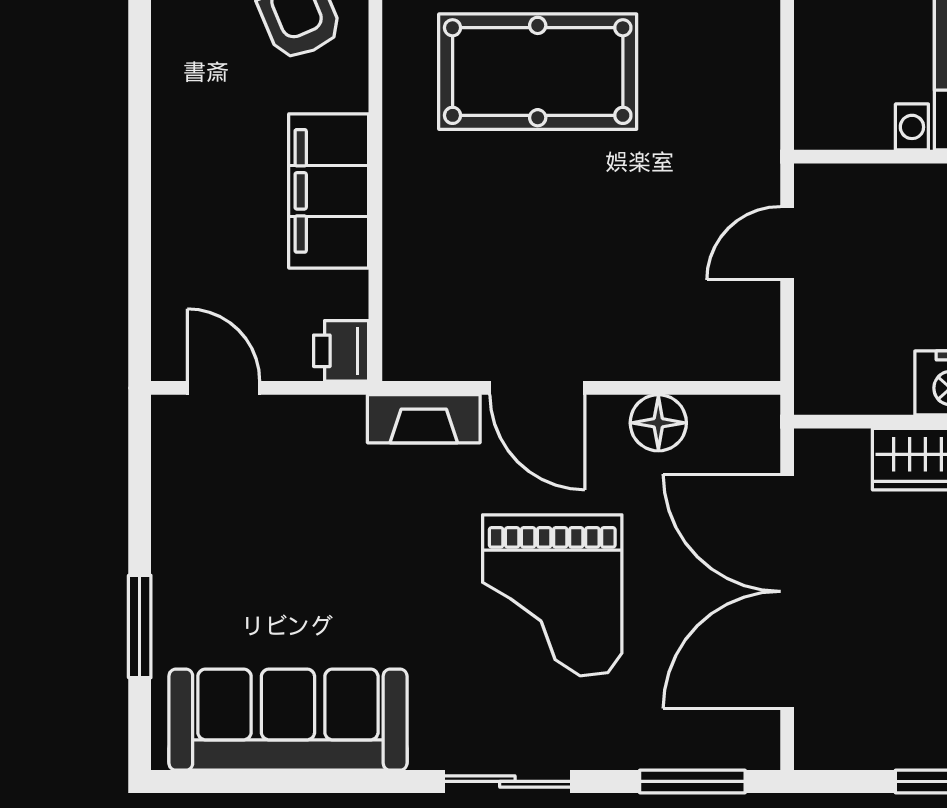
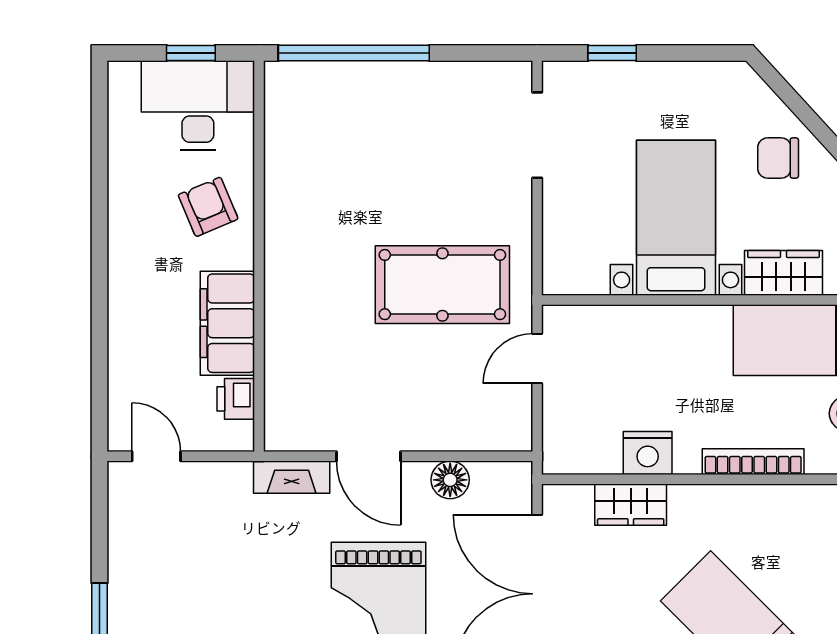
pool table: (538, 72) -> (442, 285), moved
printer: (341, 351) -> (236, 399), moved

